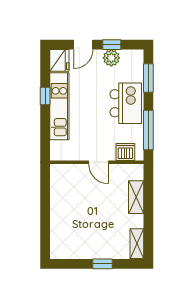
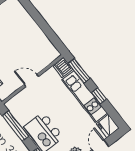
window: (45, 135) -> (79, 71), added
dishwasher: (125, 152) -> (63, 68), moved, turned 90

